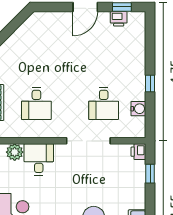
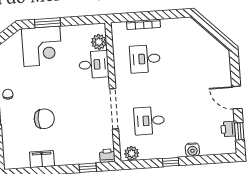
water cooler: (138, 109) -> (192, 150), moved
plant: (138, 125) -> (132, 153), added

